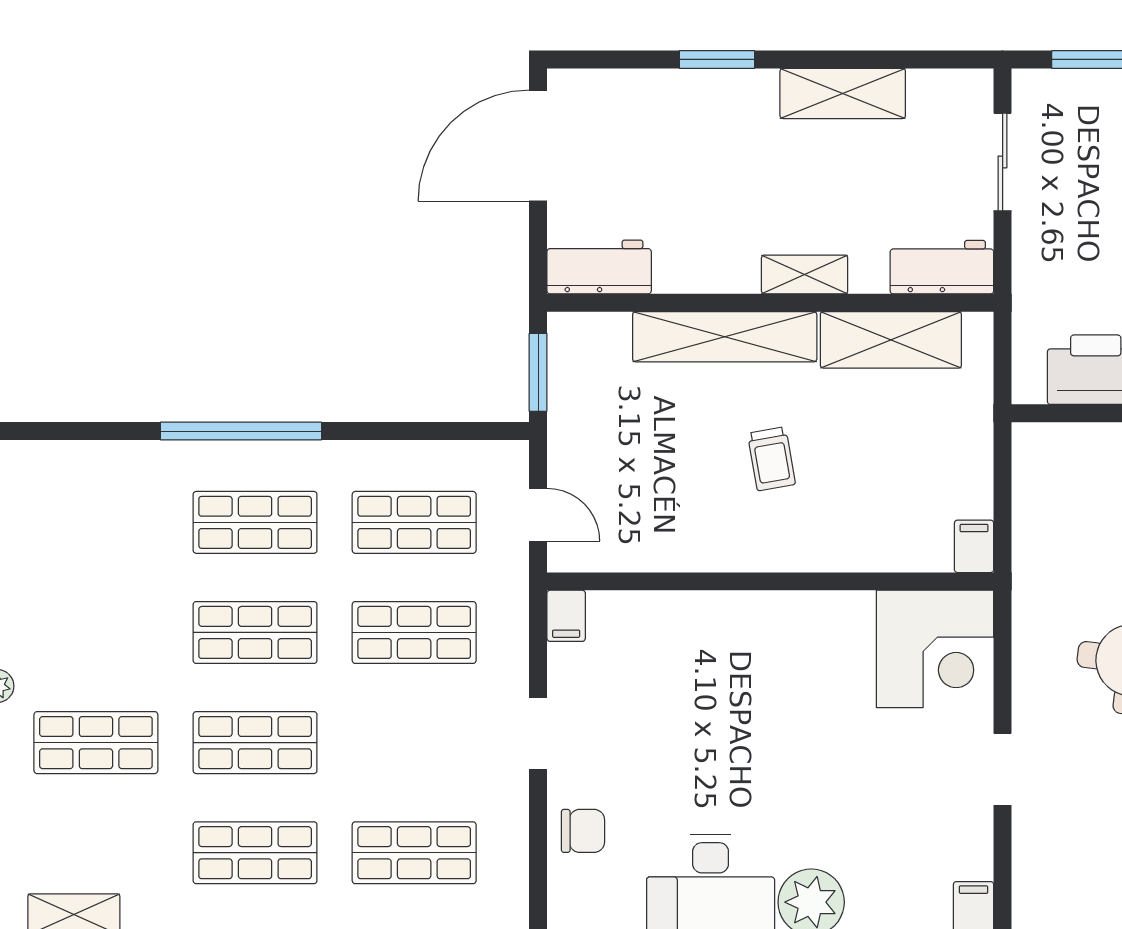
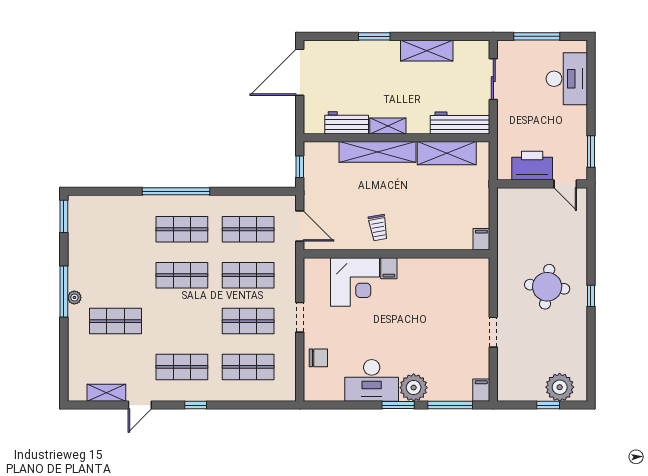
workbench: (599, 267) -> (347, 123), moved
workbench: (942, 267) -> (460, 123), width x1.37
shelving: (805, 274) -> (388, 126), moved
window: (538, 372) -> (300, 167), width x0.67
trolley: (771, 459) -> (378, 228), moved
door: (538, 515) -> (300, 226), width x1.38
filing cabinet: (566, 616) -> (389, 268), moved
corner desk: (935, 649) -> (355, 282), moved
shop shelf: (255, 743) -> (248, 321), moved

